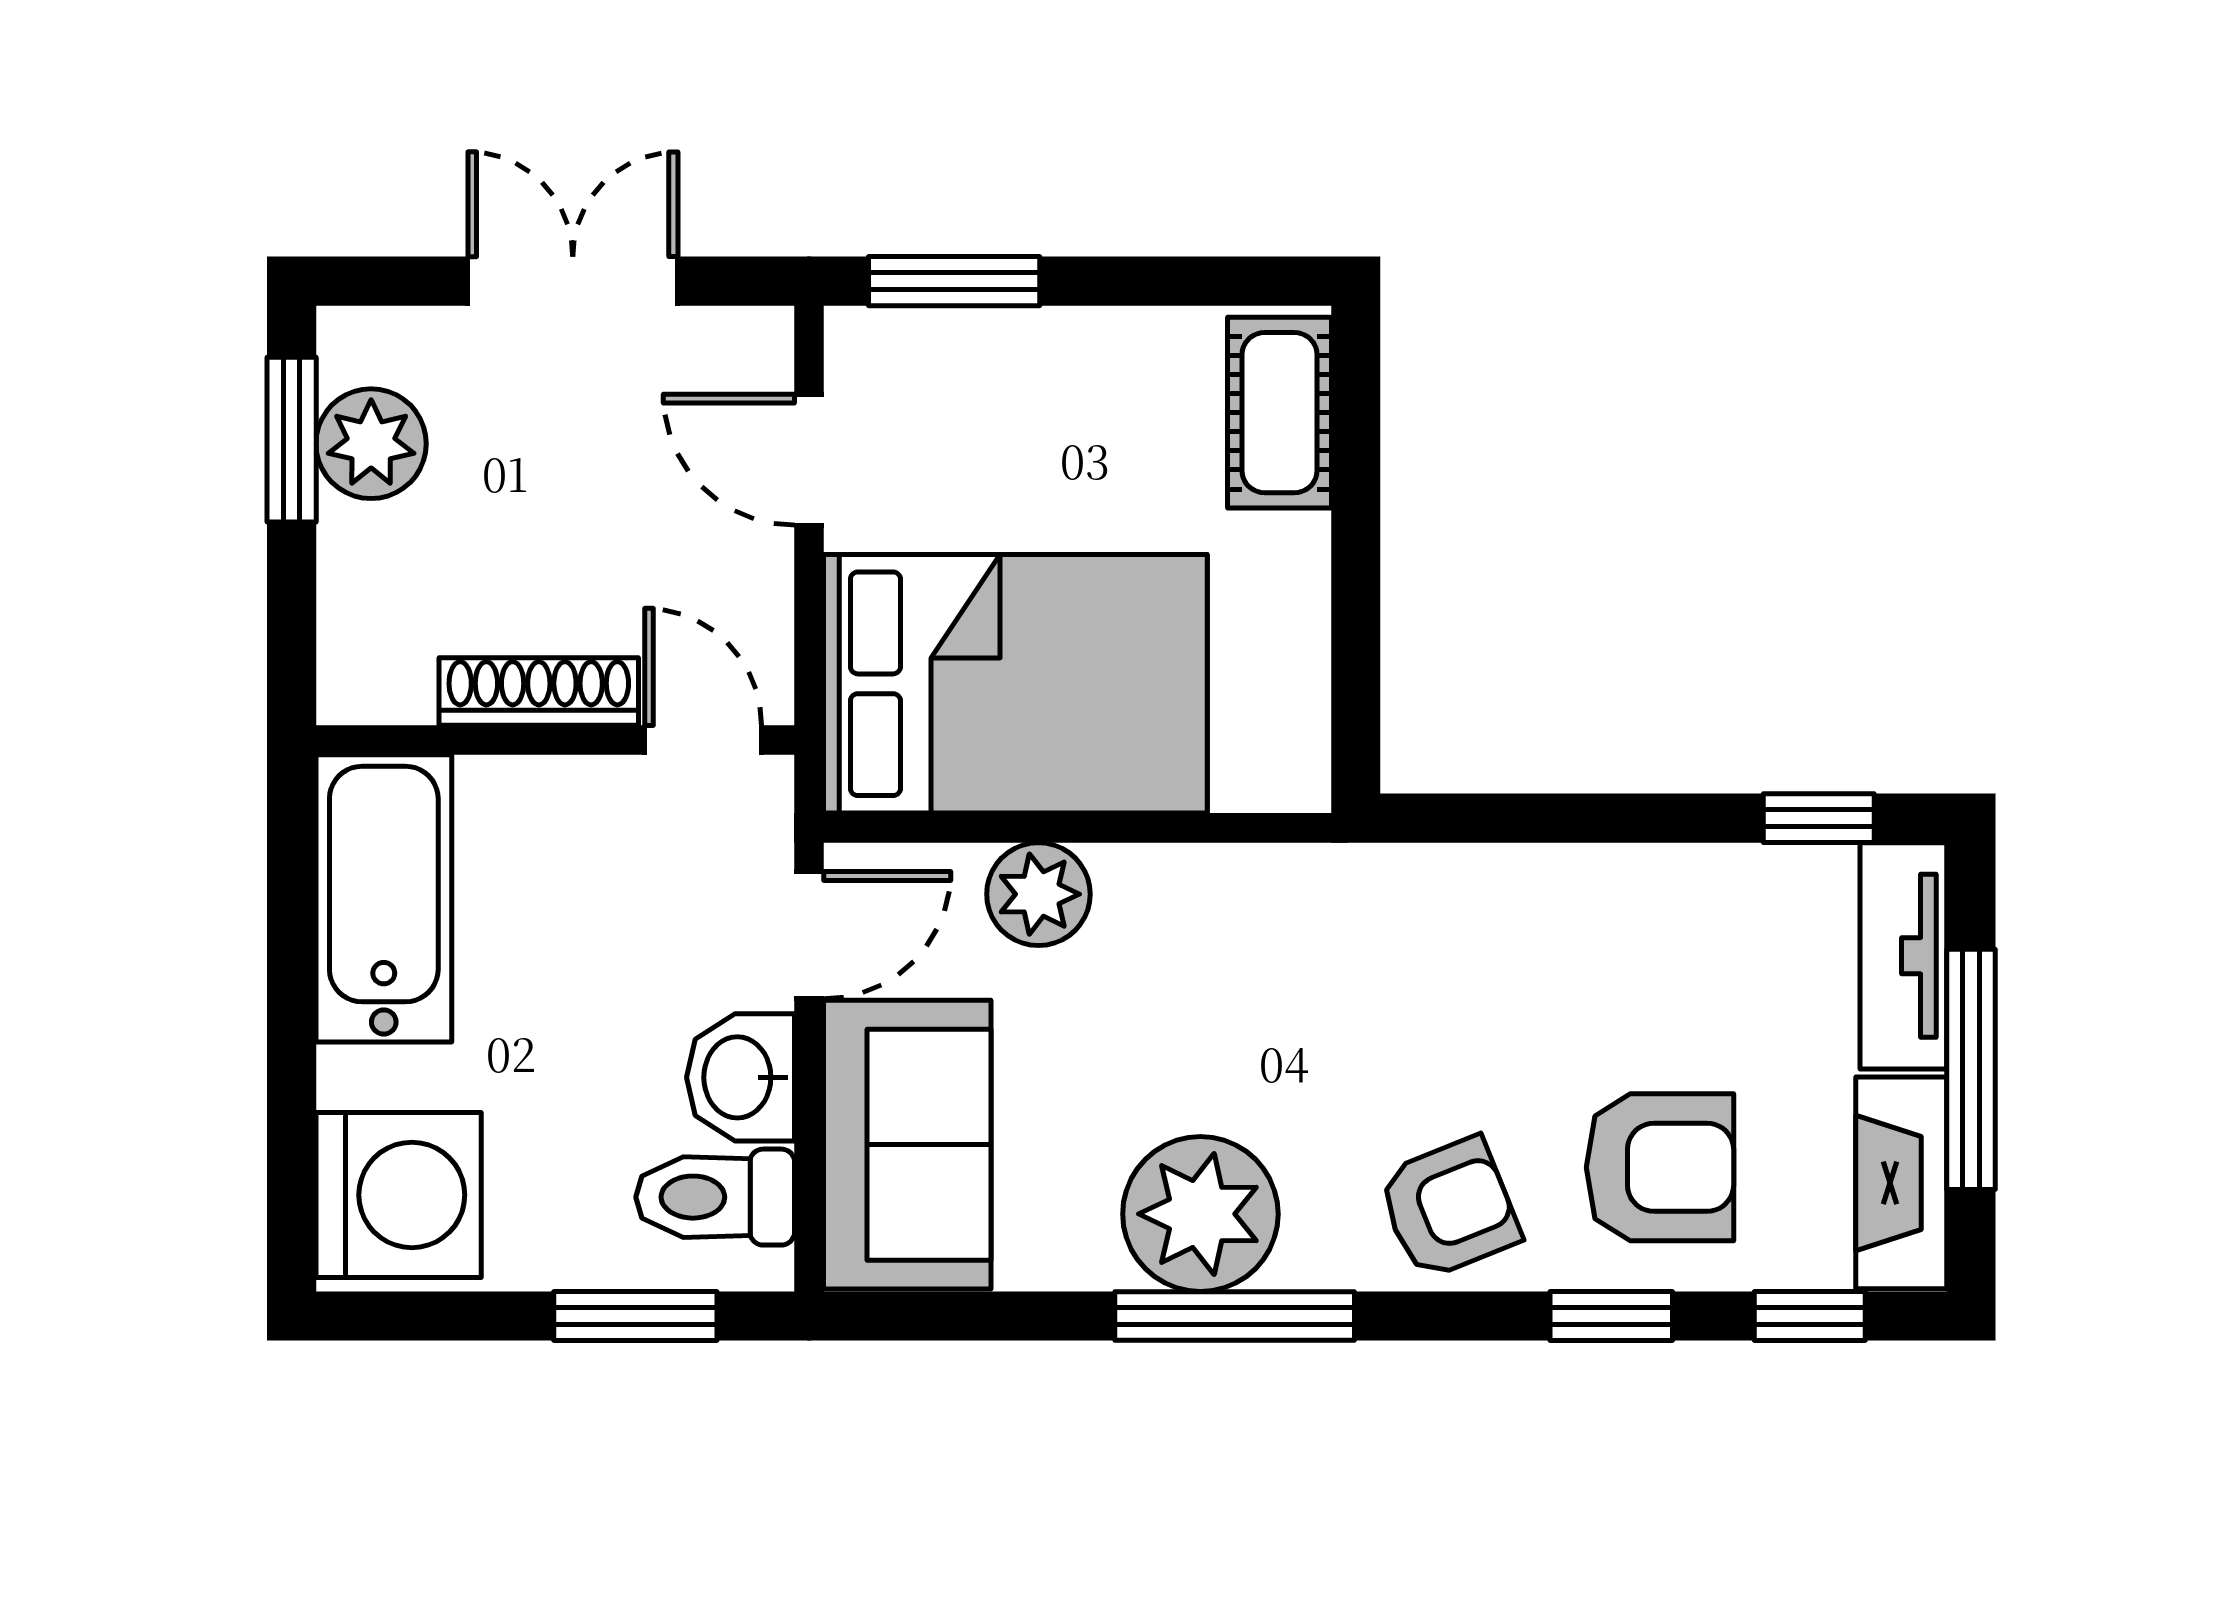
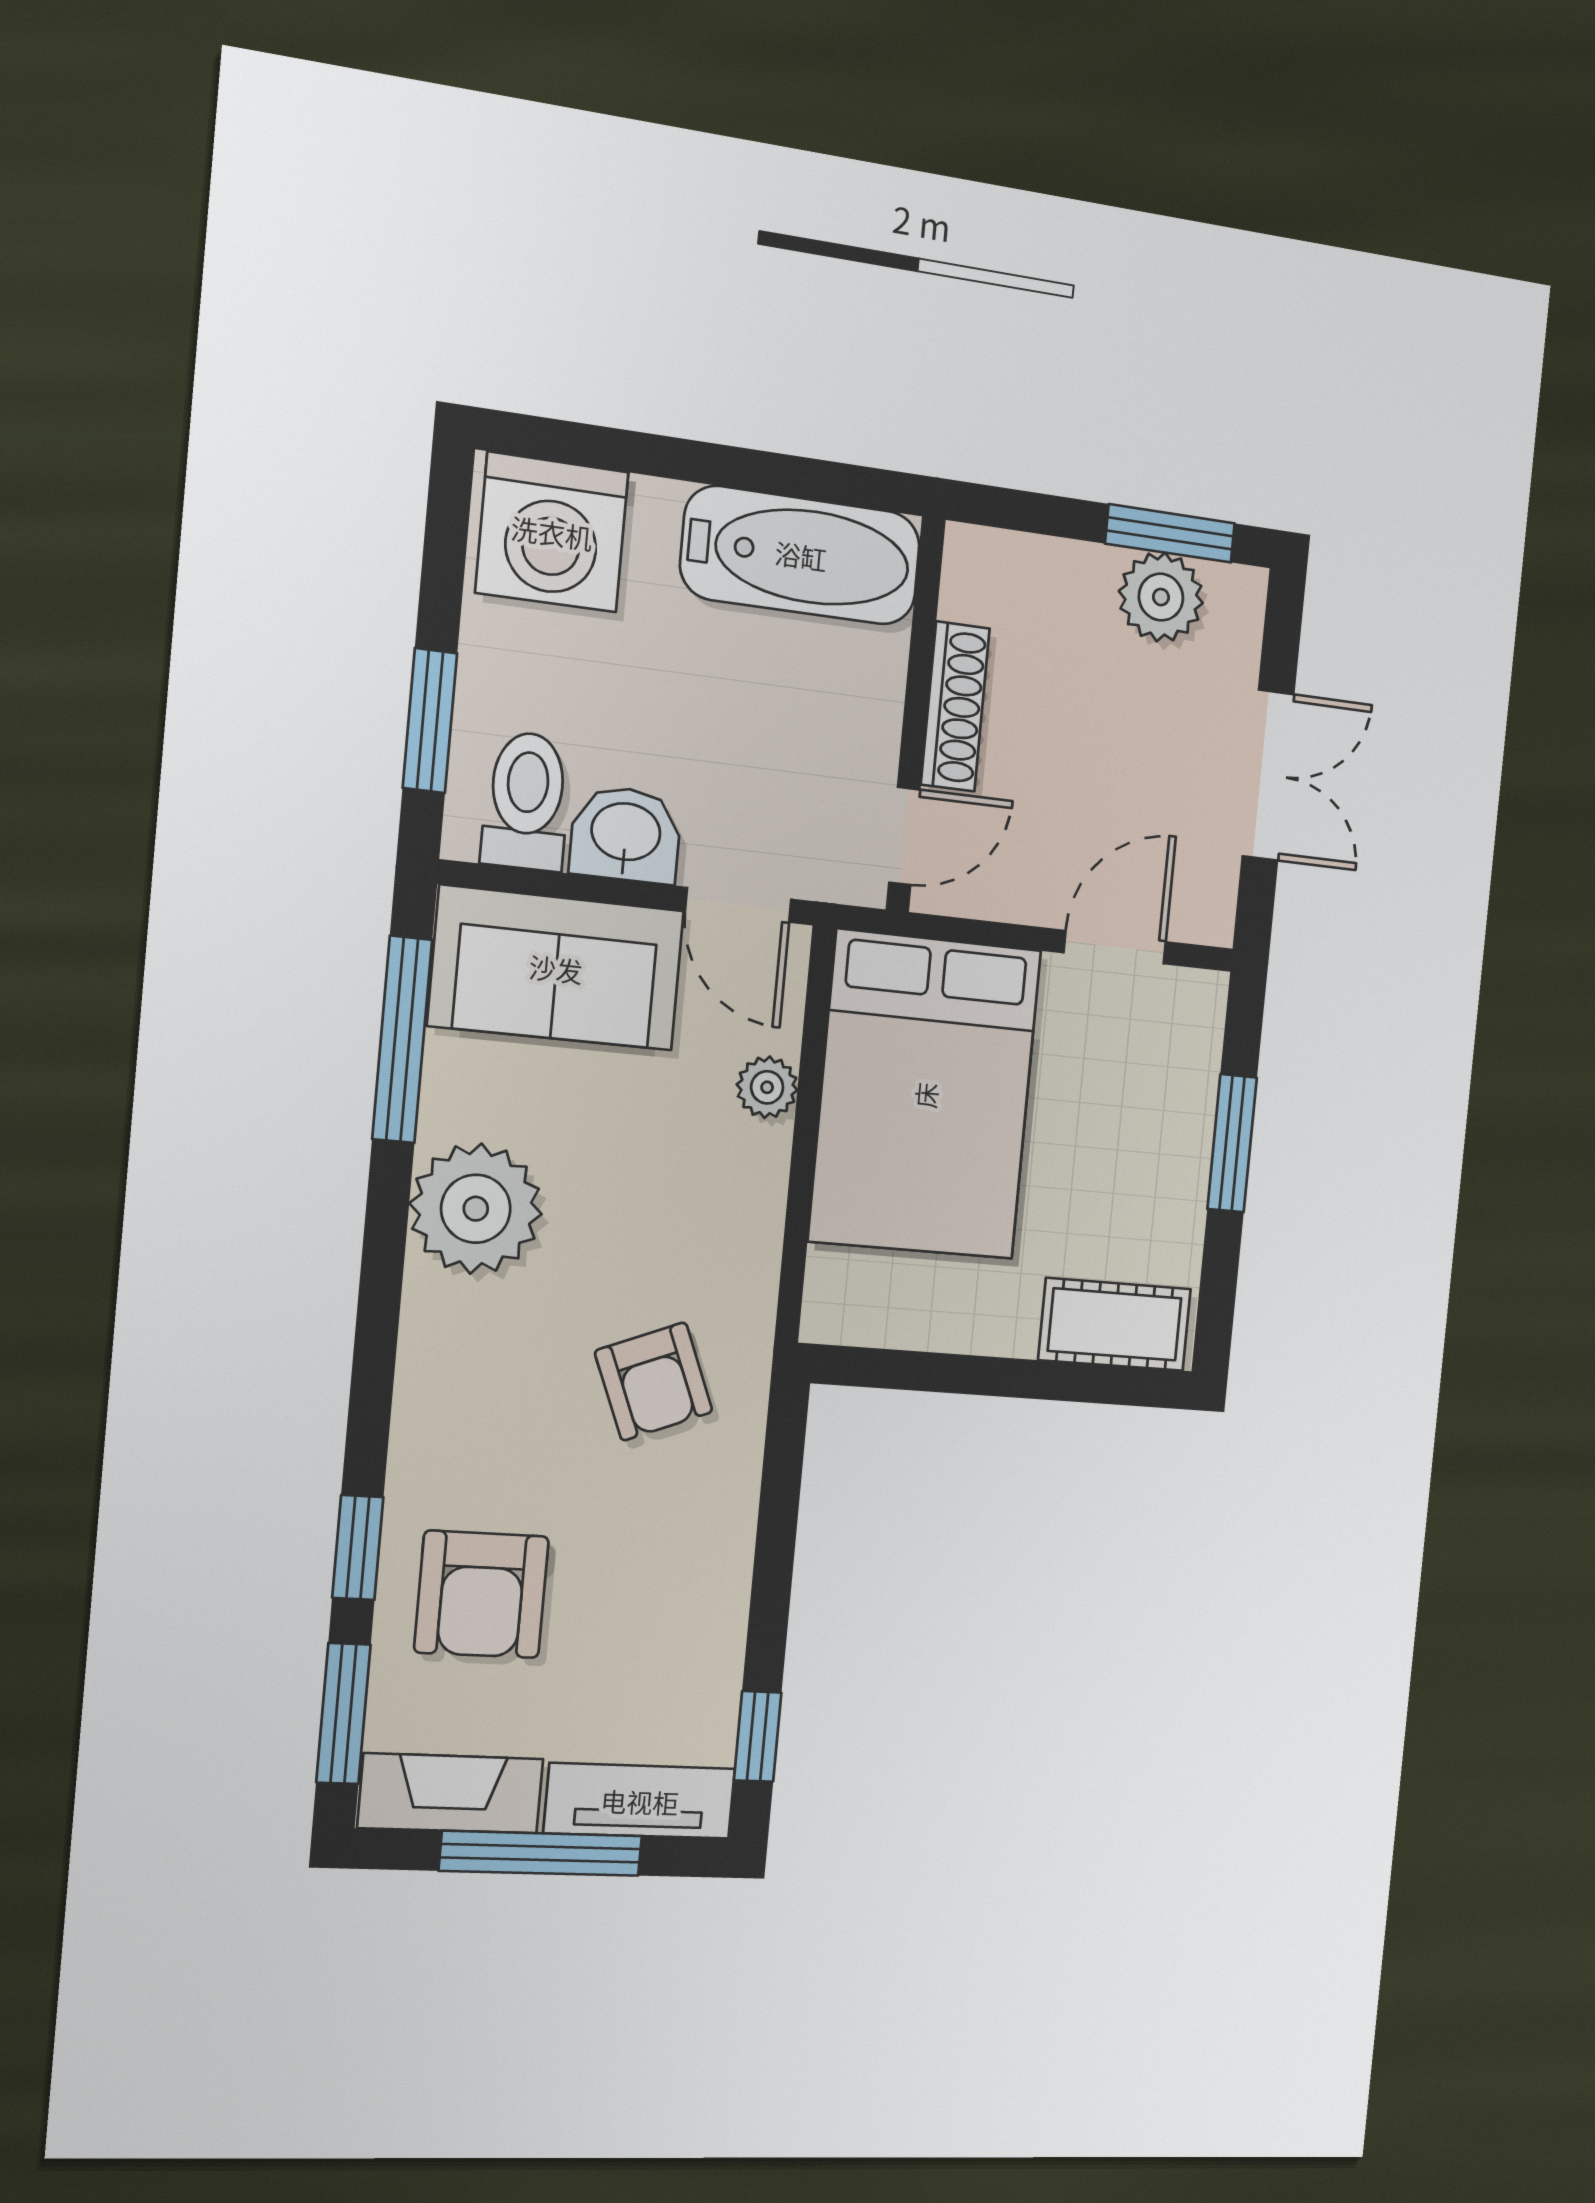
window: (954, 281) -> (1232, 1143), moved
plant: (1038, 894) -> (767, 1087), width x0.73, depth x0.73
armchair: (1449, 1208) -> (654, 1381), moved
window: (1235, 1316) -> (402, 1039), moved
window: (1810, 1316) -> (343, 1714), width x1.50

